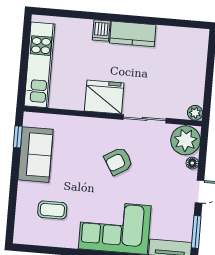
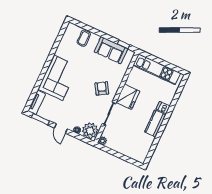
armchair: (118, 161) -> (102, 88), moved
coffee table: (52, 210) -> (84, 38), moved

